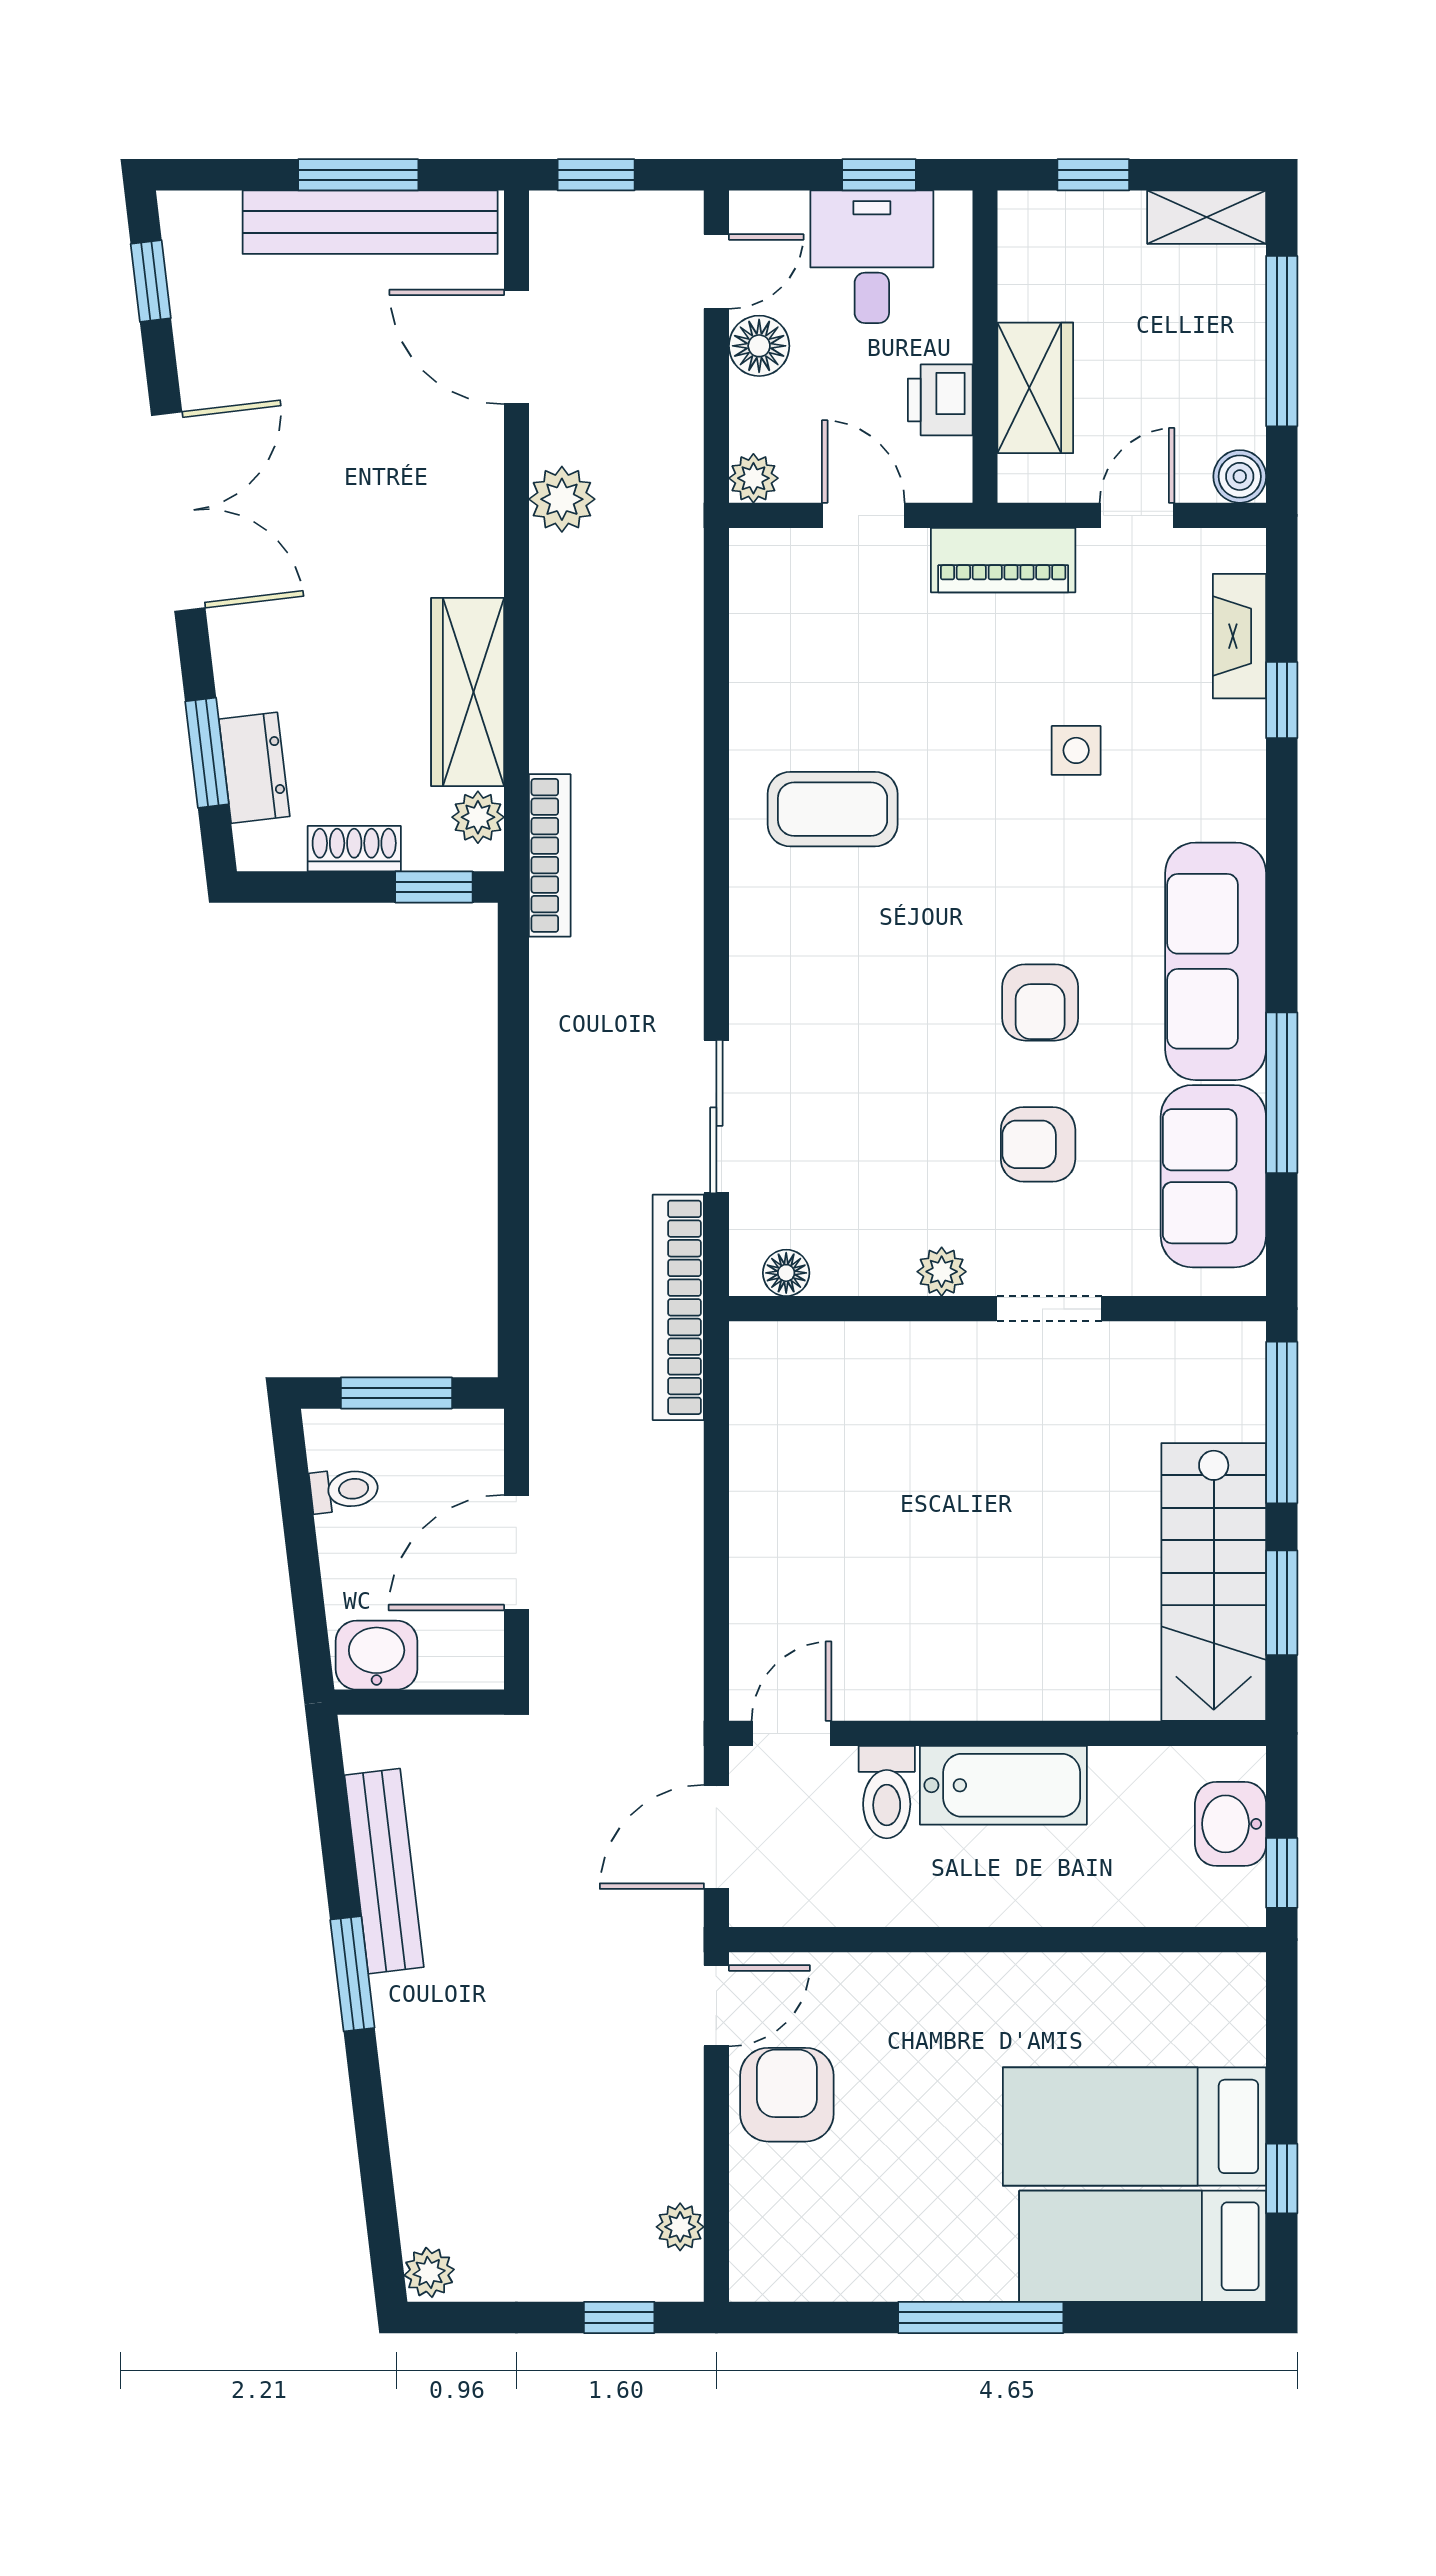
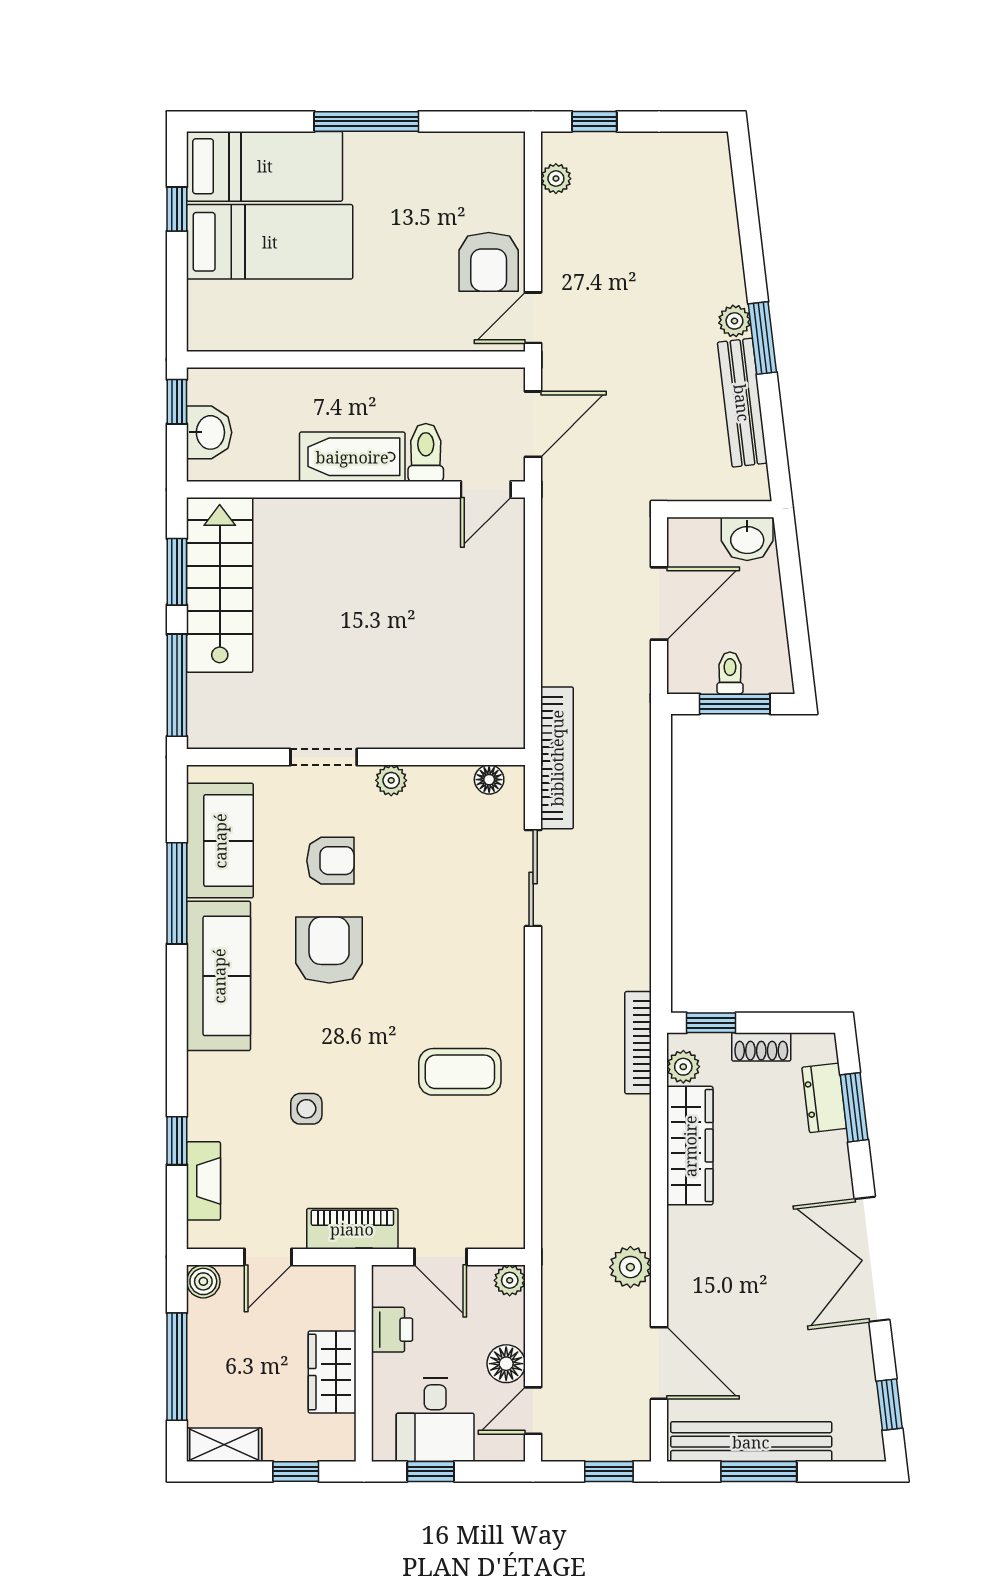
wardrobe: (1035, 388) -> (332, 1372), moved
armchair: (1040, 1002) -> (329, 950), width x1.38, depth x1.38
toilet: (344, 1490) -> (730, 673), moved, turned 97
plant: (429, 2272) -> (734, 321), moved

